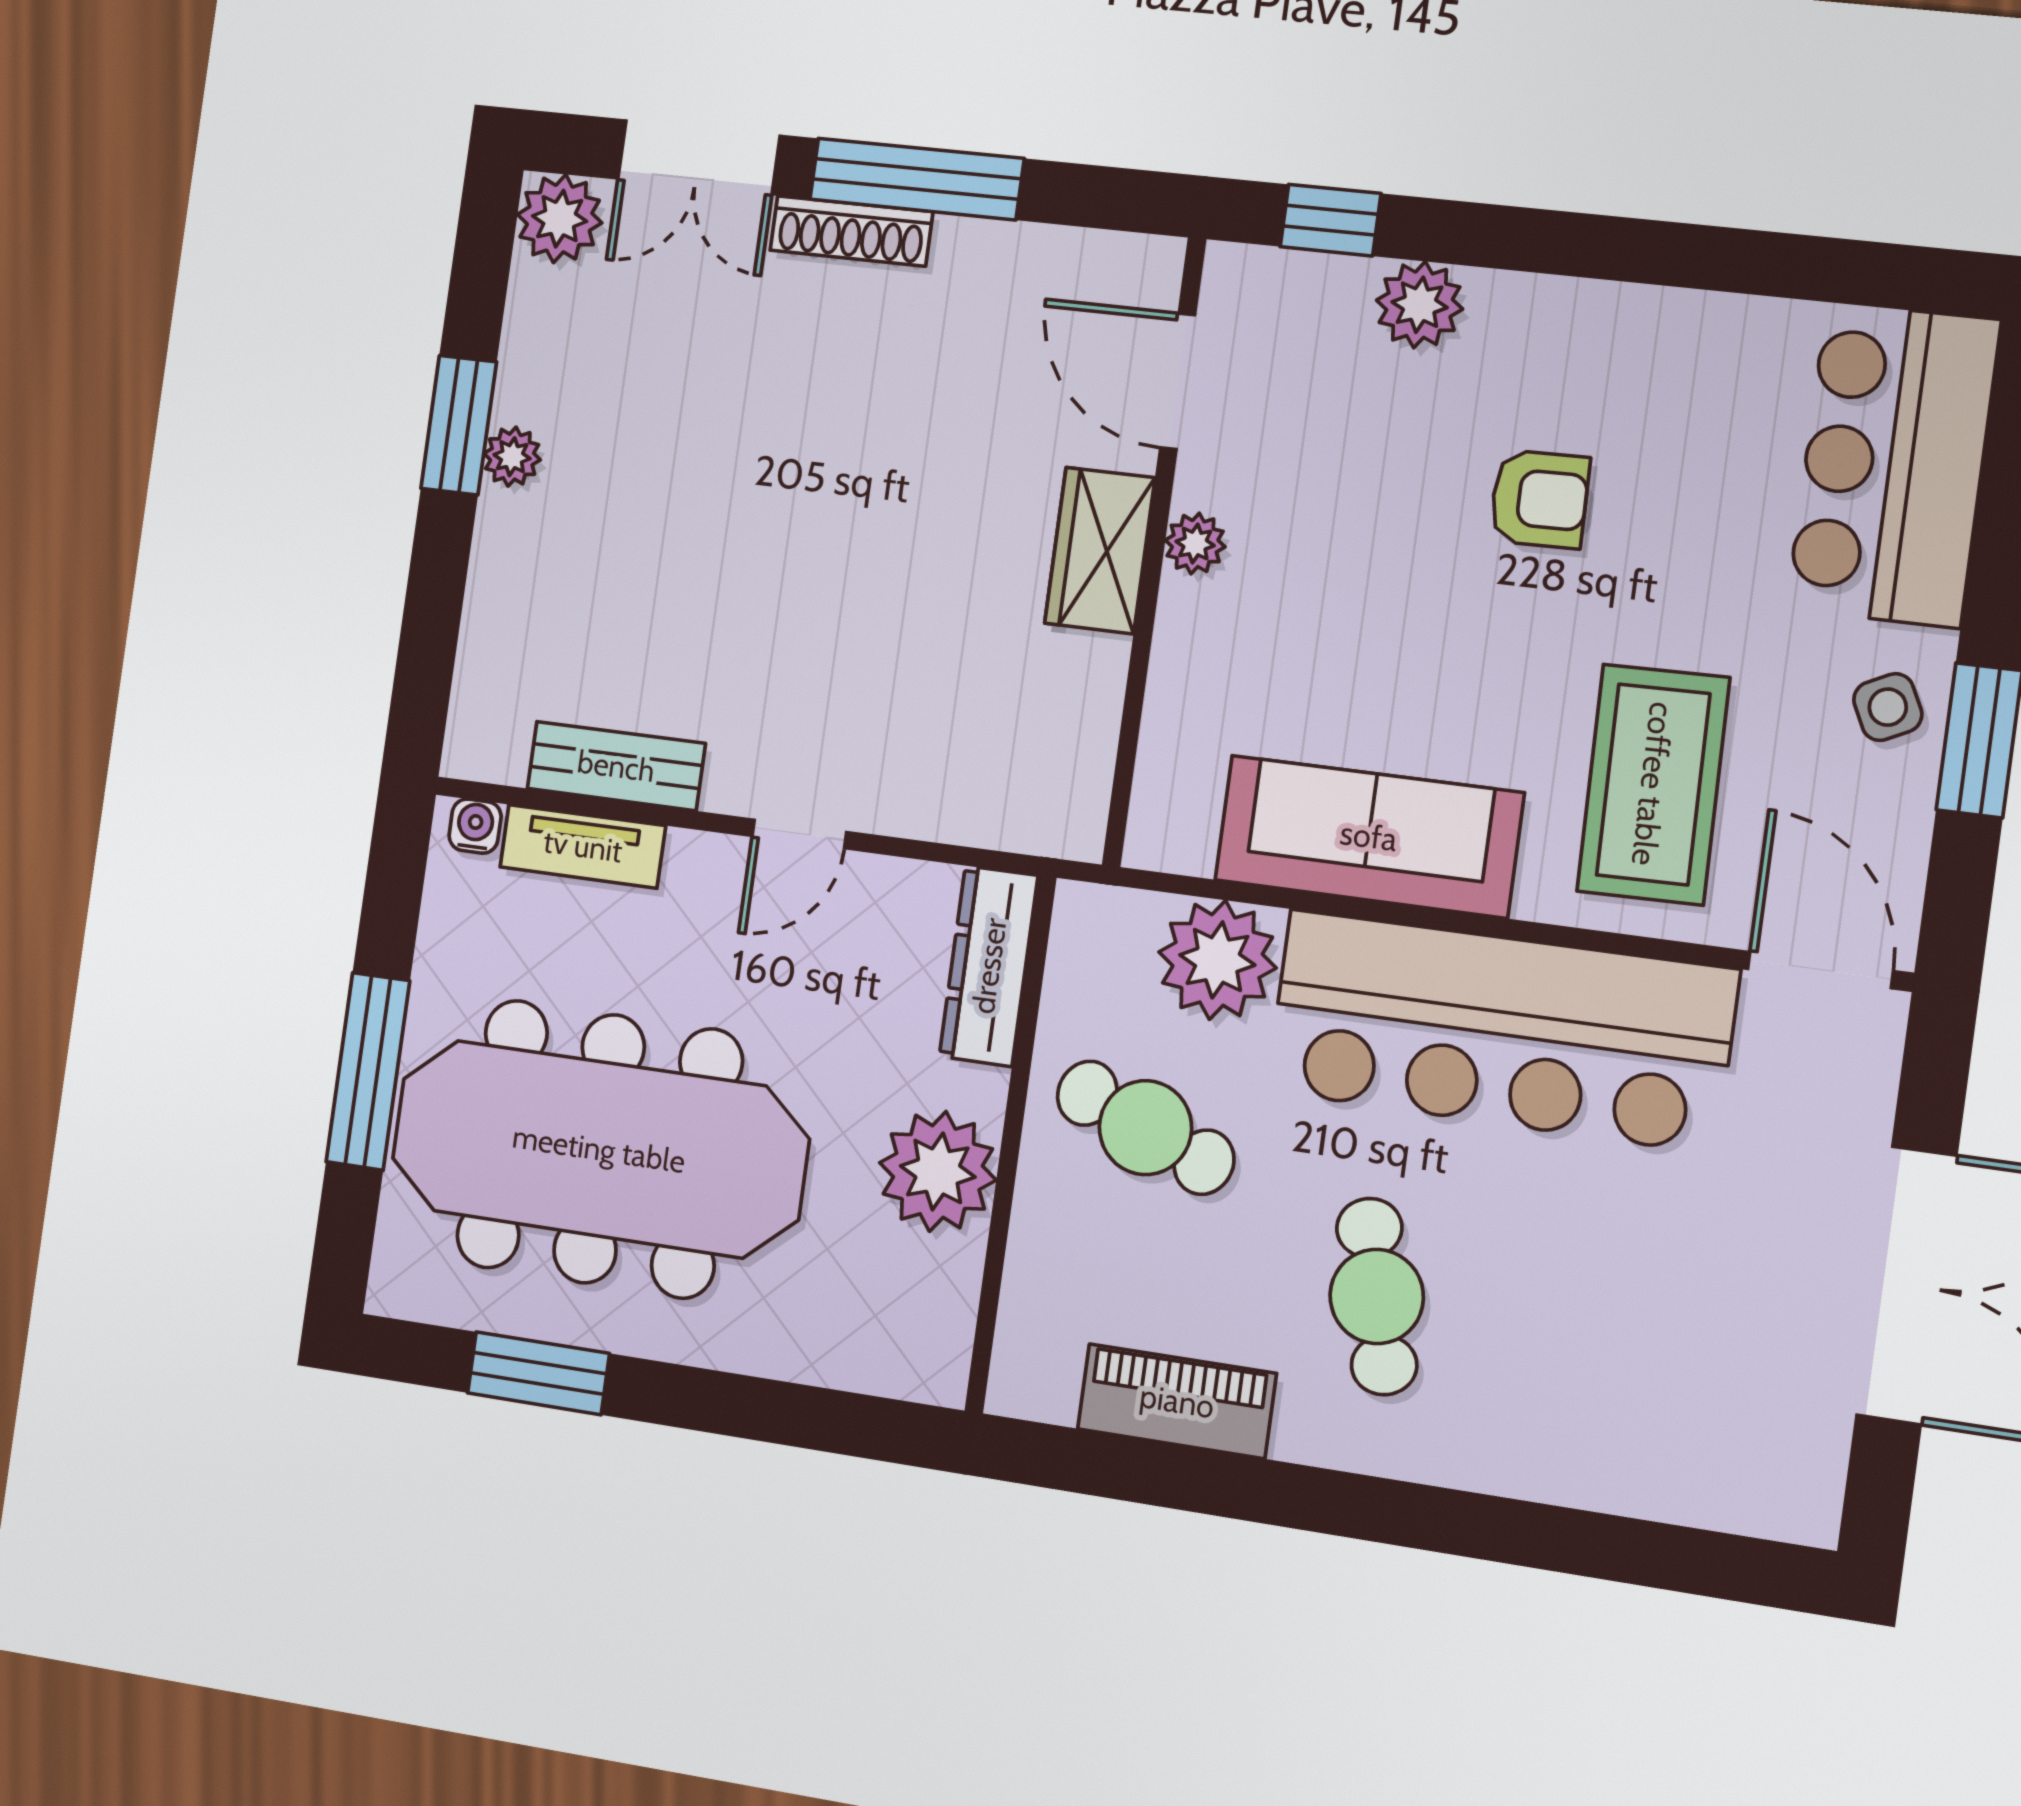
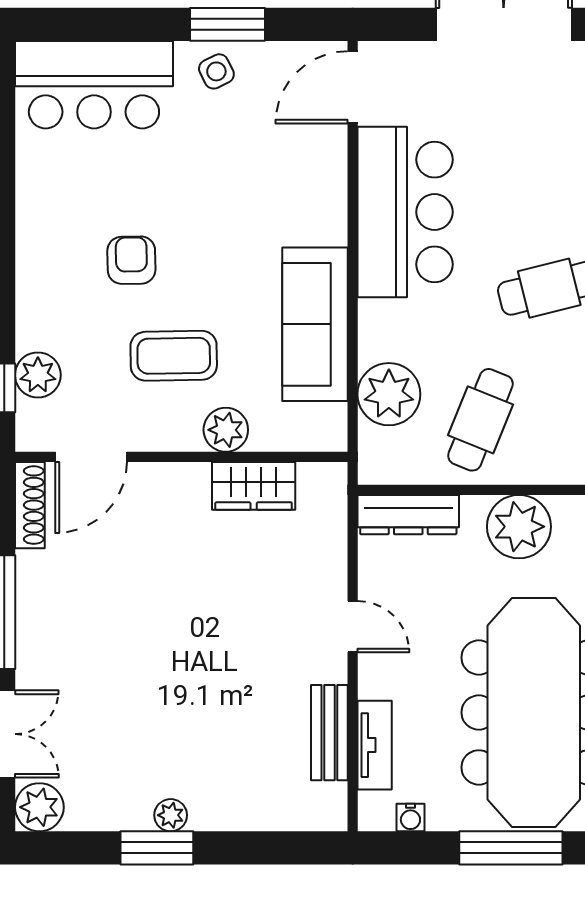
shoe rack: (851, 231) -> (30, 505), moved
plant: (1420, 305) -> (38, 375), moved
plant: (1195, 543) -> (226, 430), moved, width x1.38, depth x1.38
wardrobe: (1100, 551) -> (254, 486), moved
coffee table: (1653, 784) -> (174, 356), moved, width x0.73, depth x0.76
water cooler: (475, 826) -> (410, 817), moved, turned -90
bar counter: (1501, 1031) -> (405, 212), width x0.73

